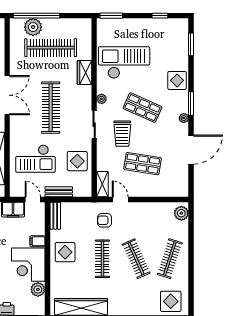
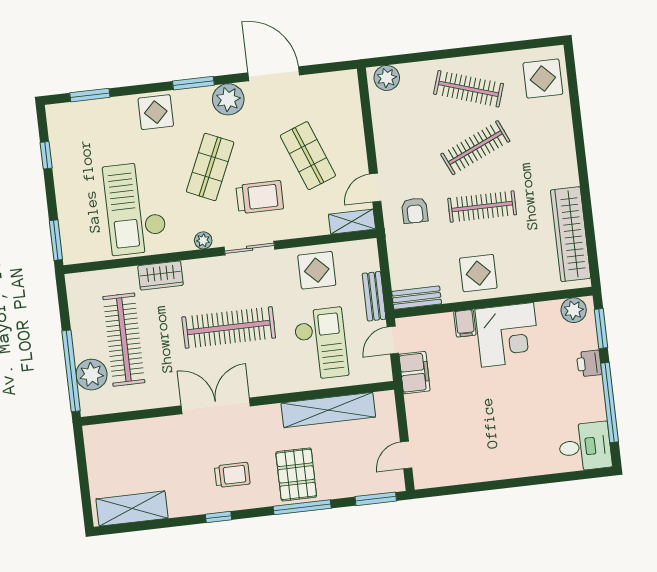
plant: (184, 118) -> (228, 99), width x1.88, depth x1.88
shop shelf: (143, 164) -> (308, 156), turned -30
plant: (38, 289) -> (574, 310), moved

